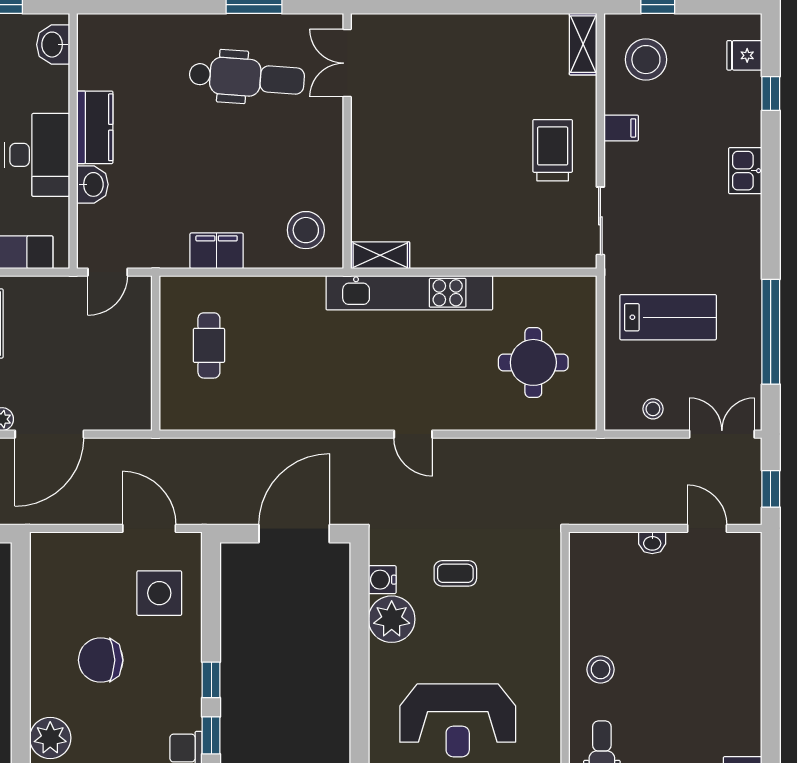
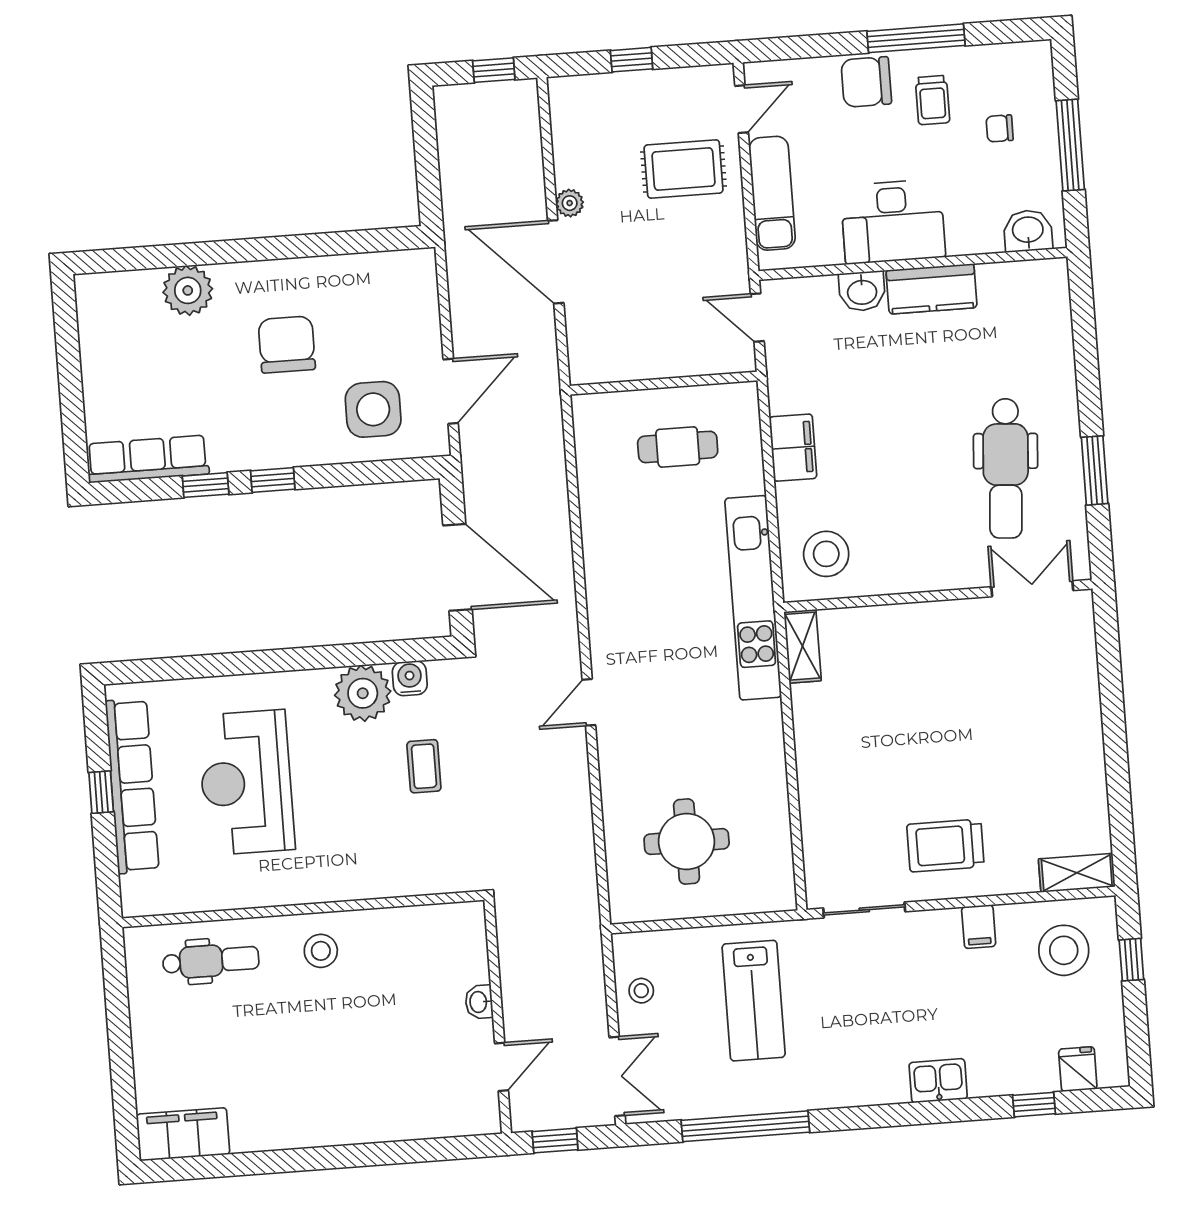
trolley: (553, 150) -> (945, 846), turned 180
kitchen unit: (409, 293) -> (753, 598), moved

